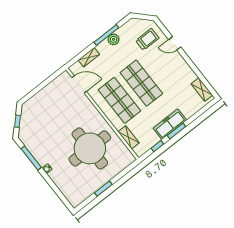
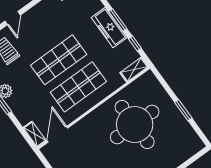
shelving: (89, 57) -> (35, 134), moved
shelving: (129, 137) -> (134, 70), moved

